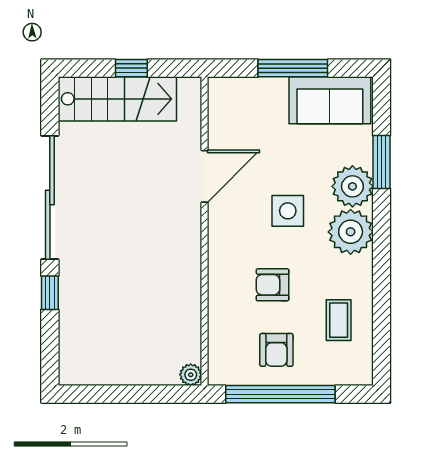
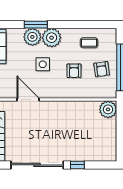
window: (382, 162) -> (36, 25), moved
armchair: (276, 350) -> (102, 69), turned 82
plant: (191, 375) -> (108, 109), width x1.87, depth x1.87

